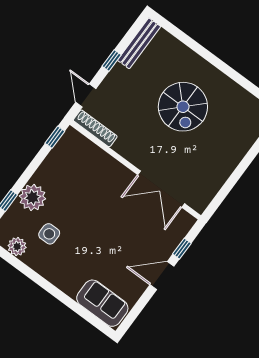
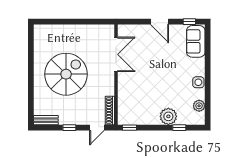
bench: (139, 43) -> (46, 120), width x0.73
spiral stairs: (183, 107) -> (66, 74), width x1.37, depth x1.37
side table: (49, 234) -> (198, 82), moved
window: (182, 249) -> (189, 22), moved

